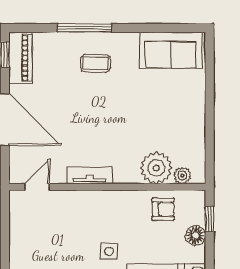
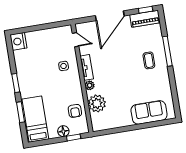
sofa: (171, 50) -> (149, 112), moved, turned 90
plant: (182, 176) -> (90, 85), moved
side table: (109, 251) -> (64, 66), moved

